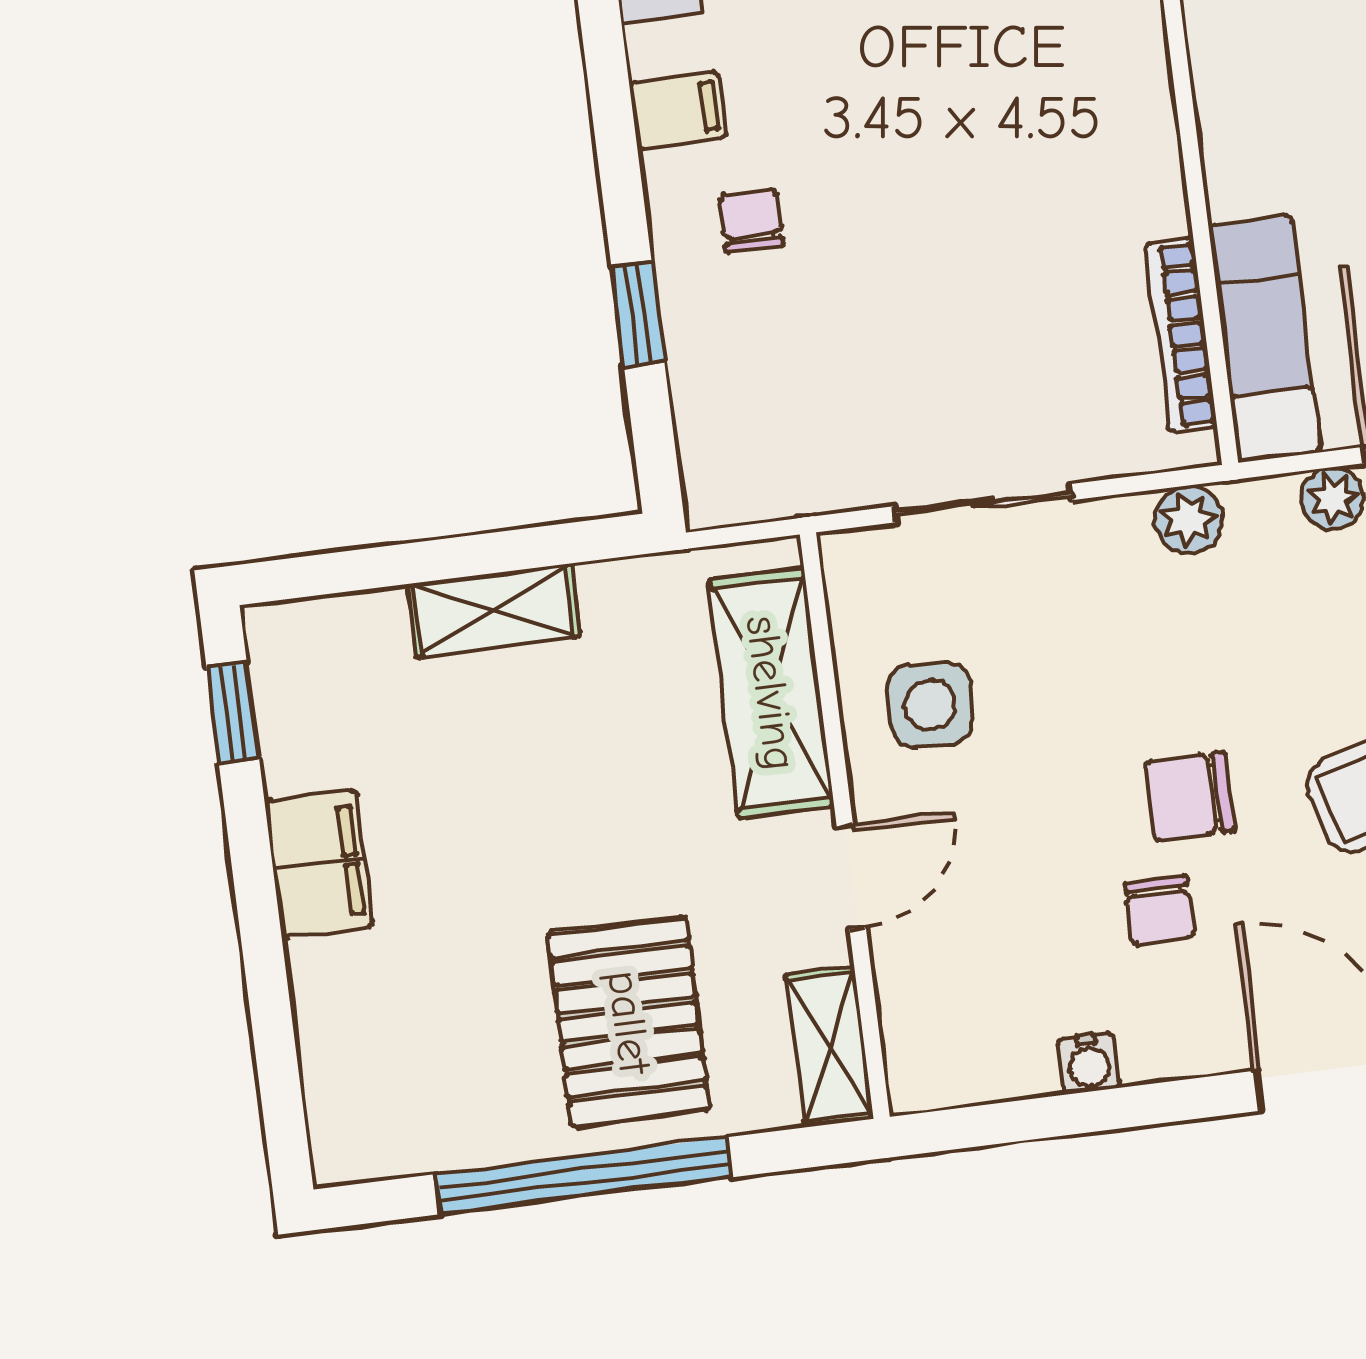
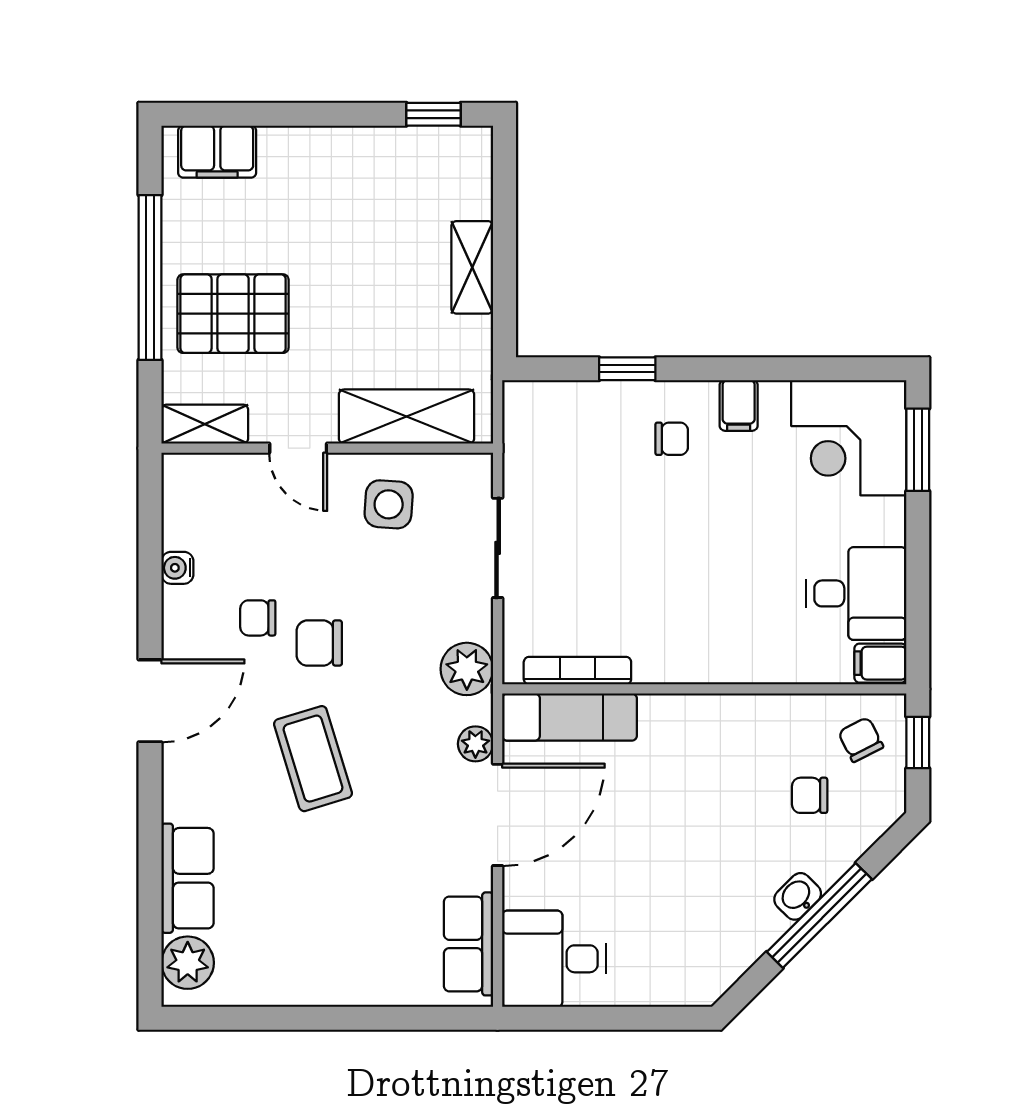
plant: (1189, 520) -> (467, 669), width x1.38, depth x1.38
chair: (1190, 796) -> (319, 643), turned -90
filing cabinet: (319, 864) -> (217, 152), moved

